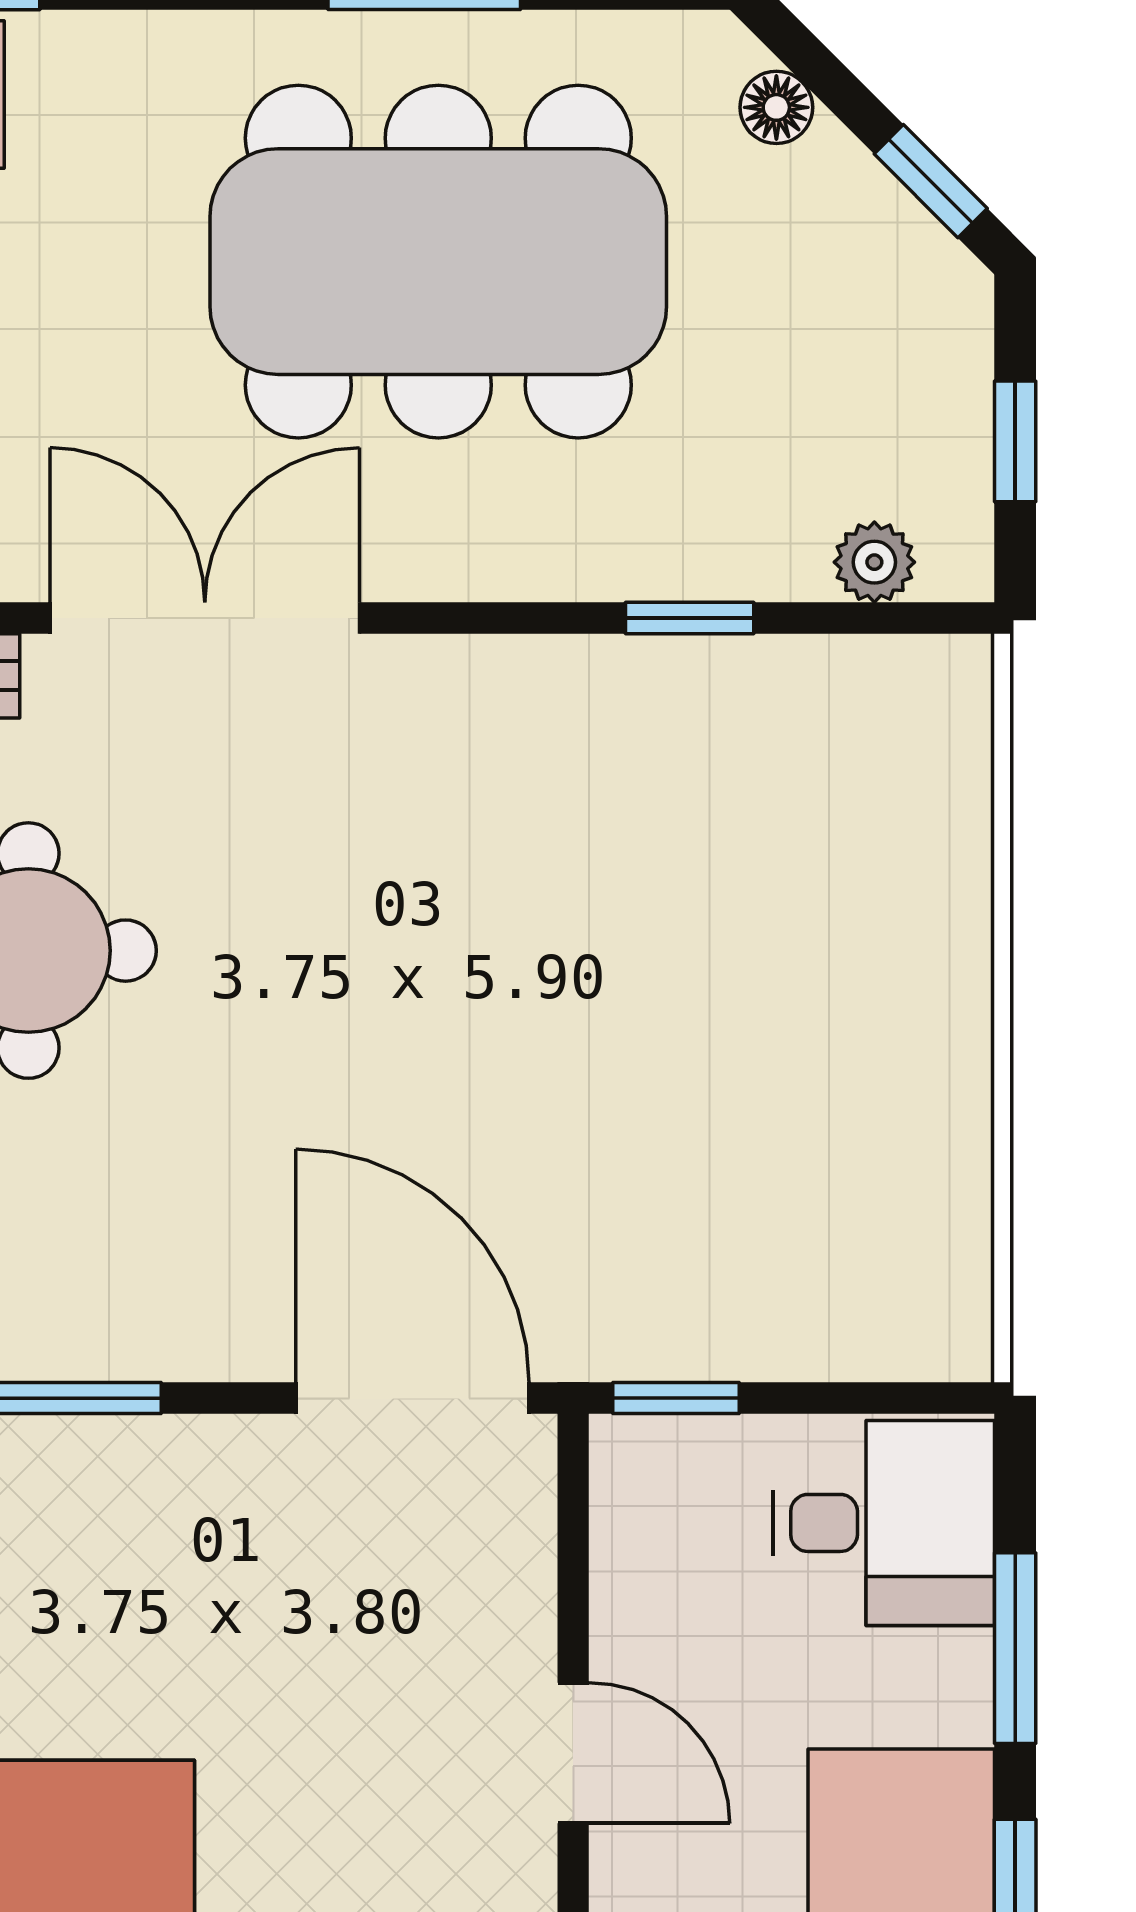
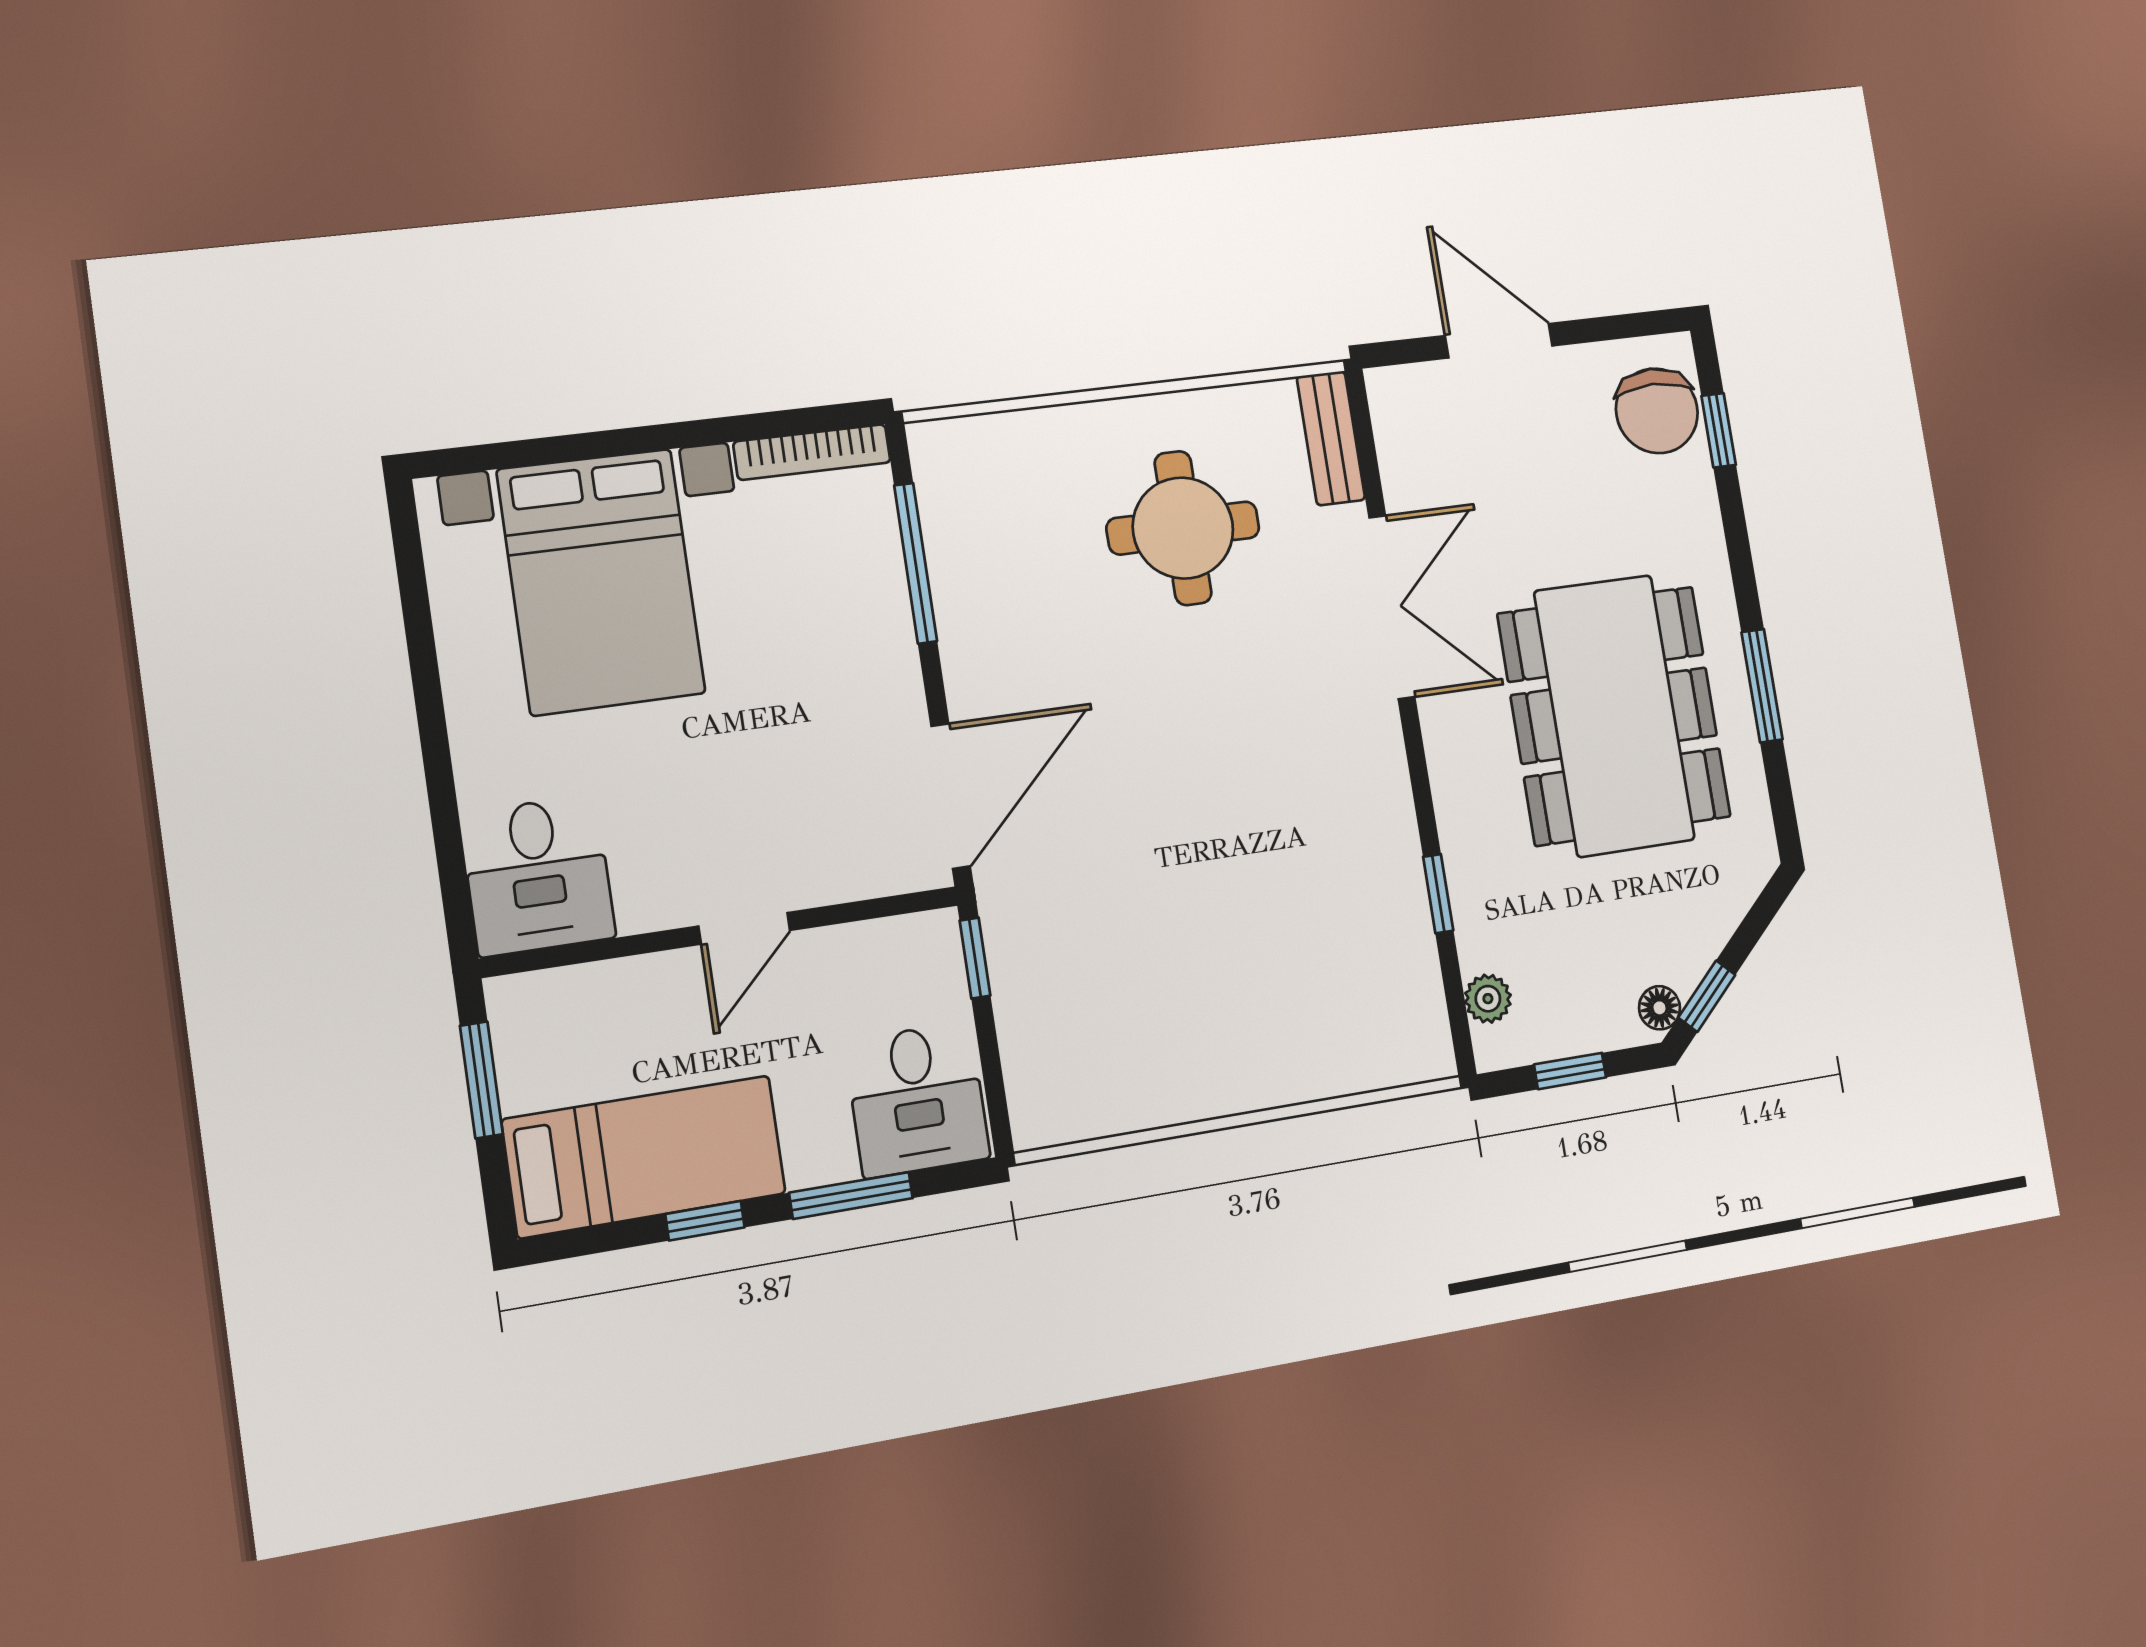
floor lamp: (776, 107) -> (1660, 1008), moved

